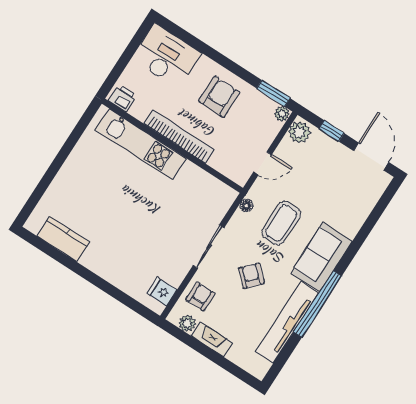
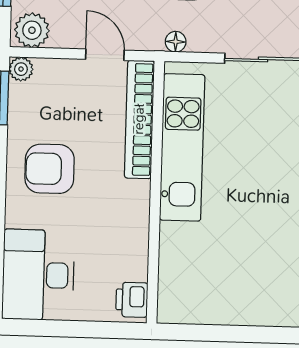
bookcase: (179, 137) -> (139, 119), moved
kitchen unit: (141, 144) -> (182, 147), moved

